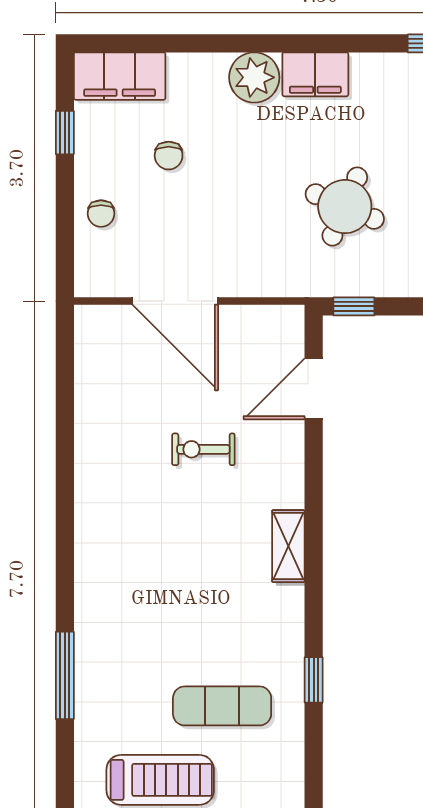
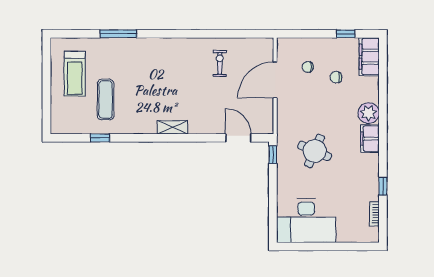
chair: (101, 214) -> (308, 67), moved
exercise bike: (203, 449) -> (220, 63), moved
window: (314, 680) -> (100, 138), moved

